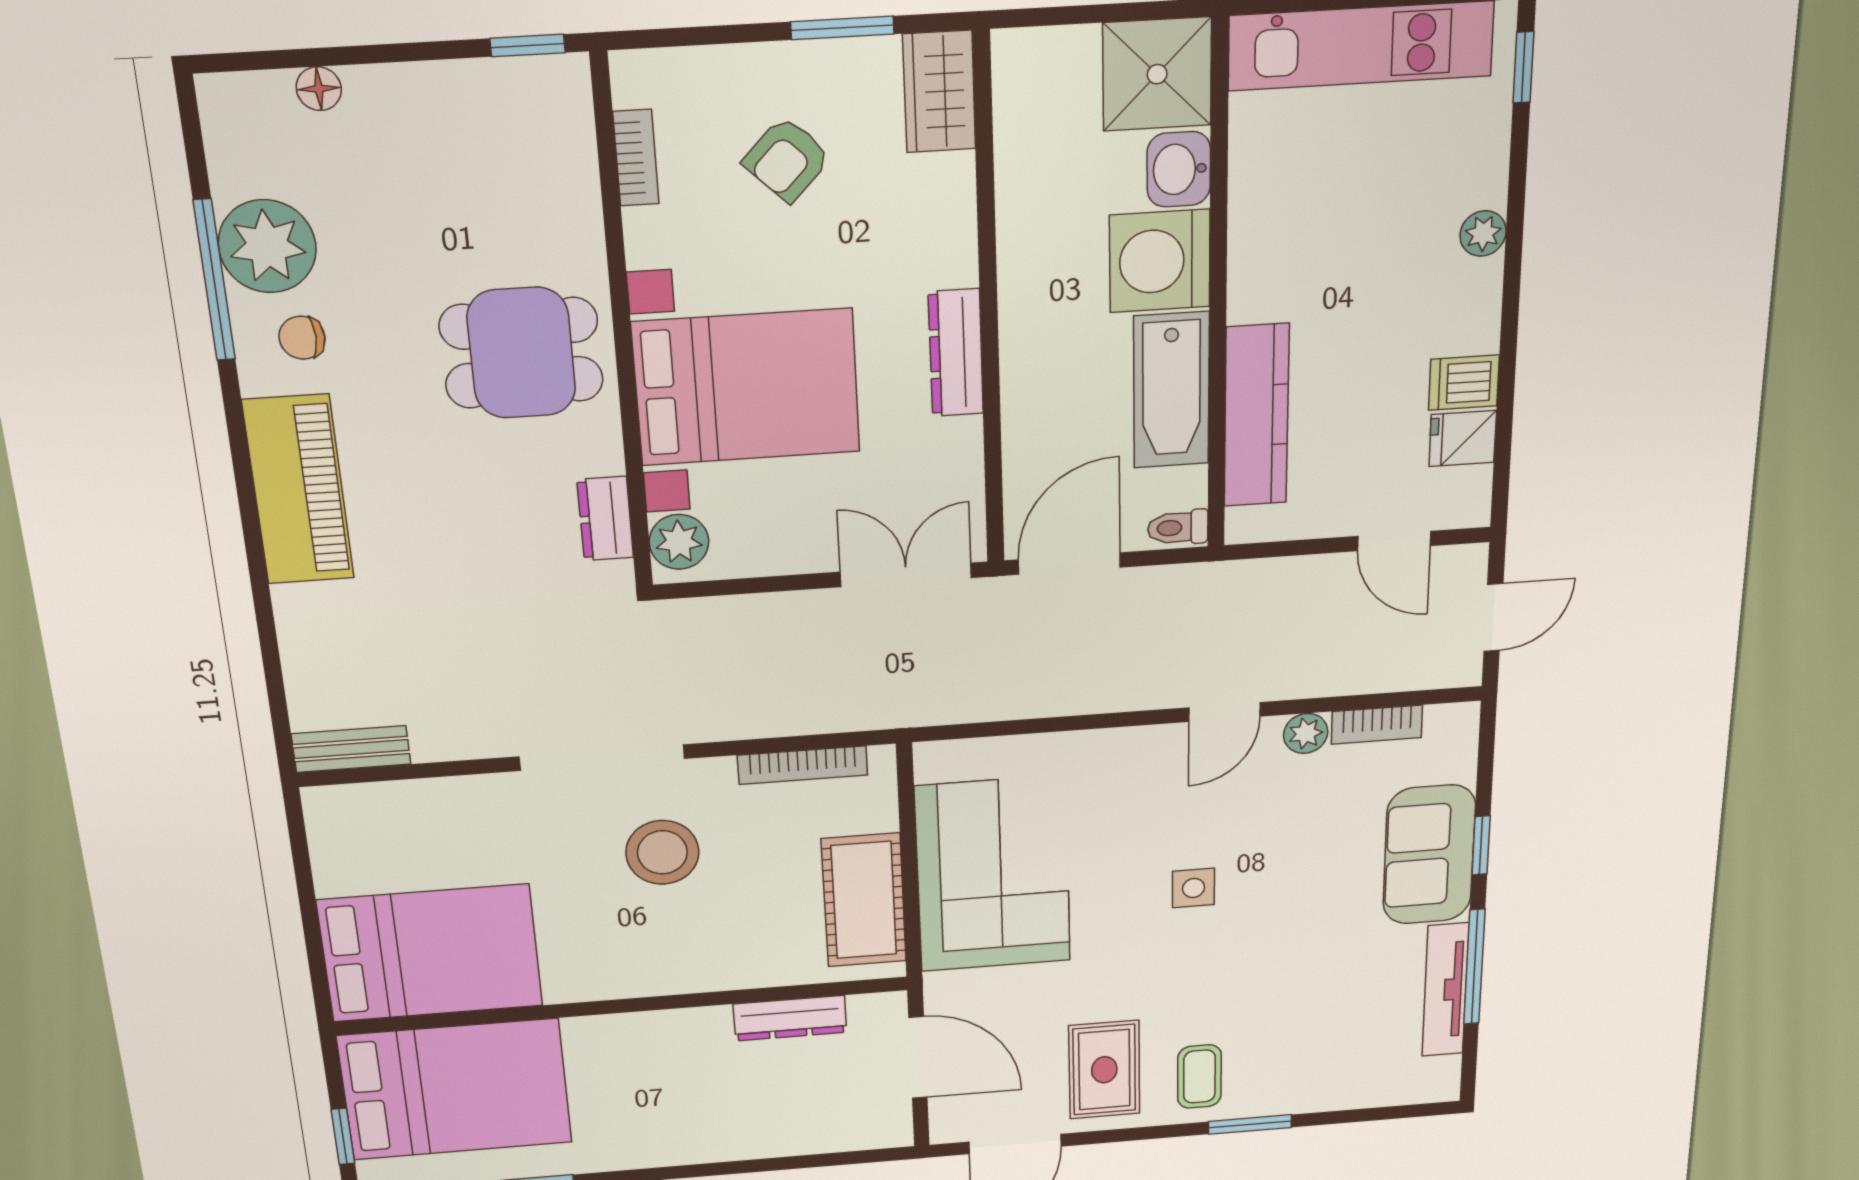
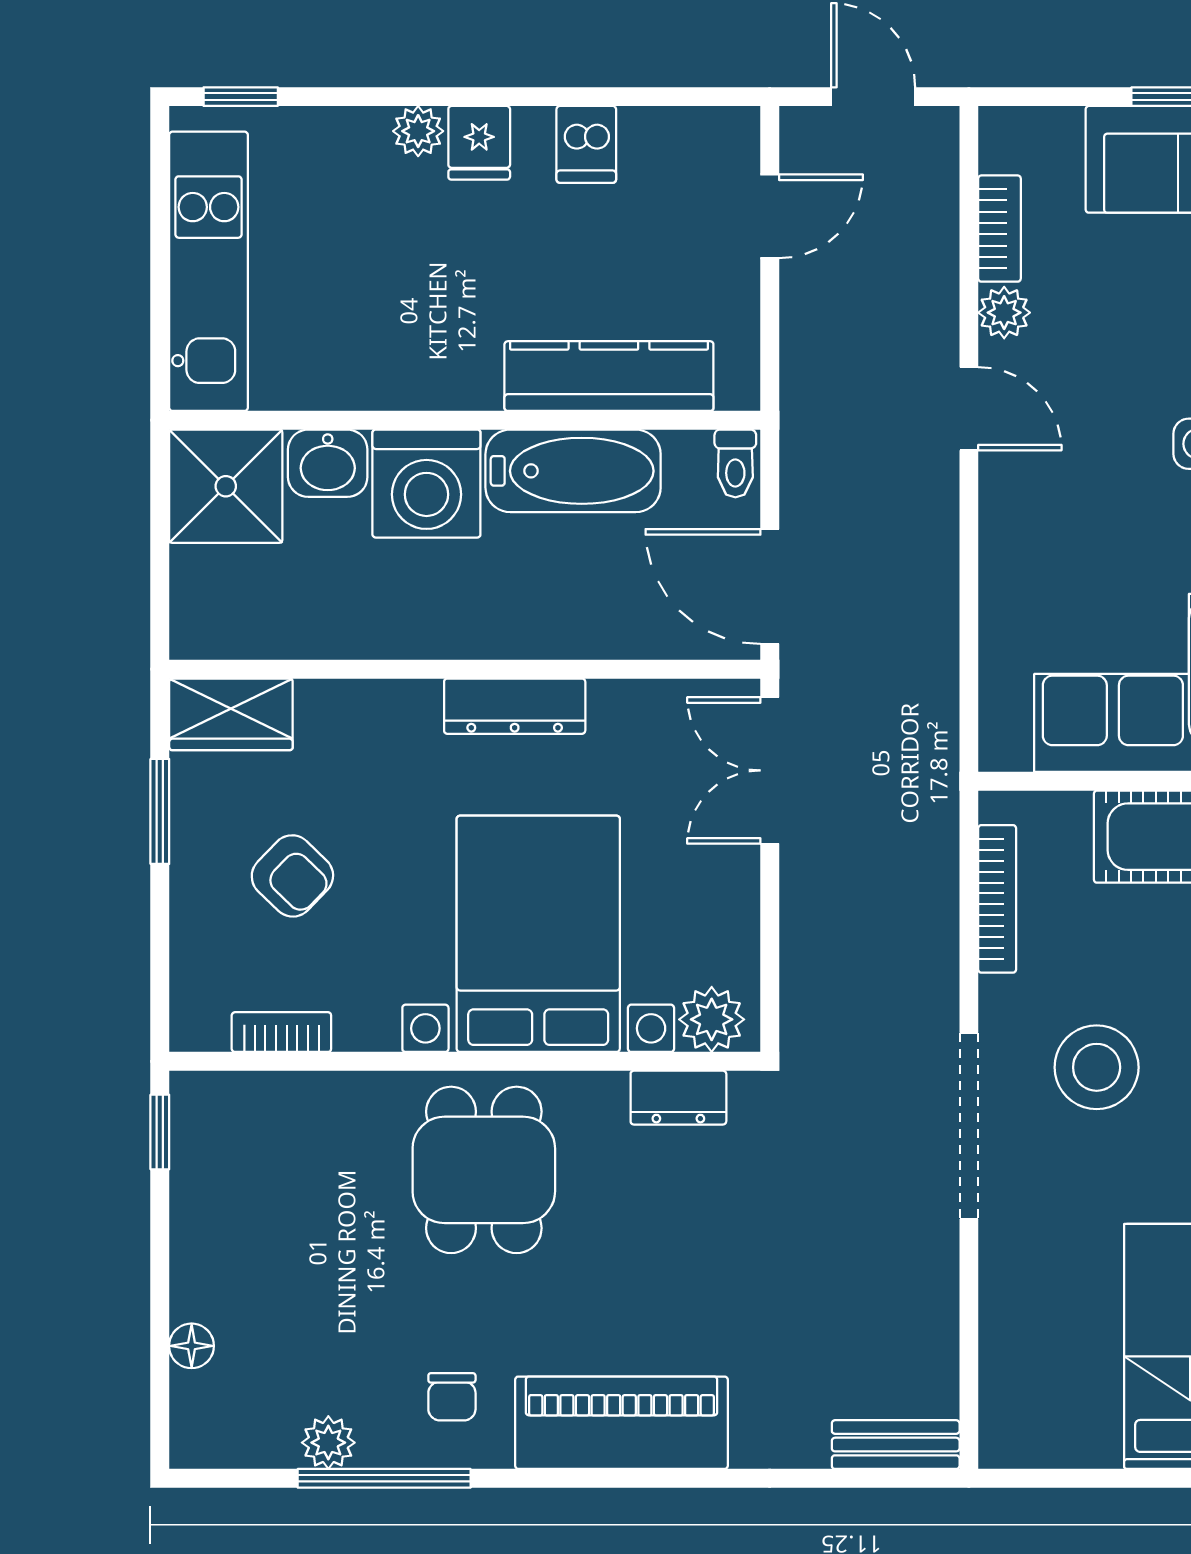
plant: (267, 246) -> (328, 1443), width x0.53, depth x0.53
fridge: (1463, 439) -> (479, 143), moved
bench: (351, 749) -> (896, 1445), moved, turned 90

